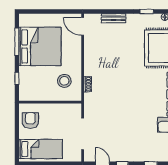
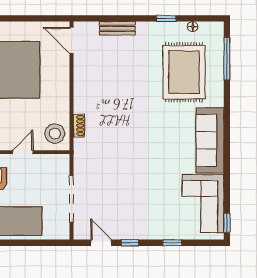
stool: (64, 81) -> (55, 134), moved
door: (50, 102) -> (23, 152), added

